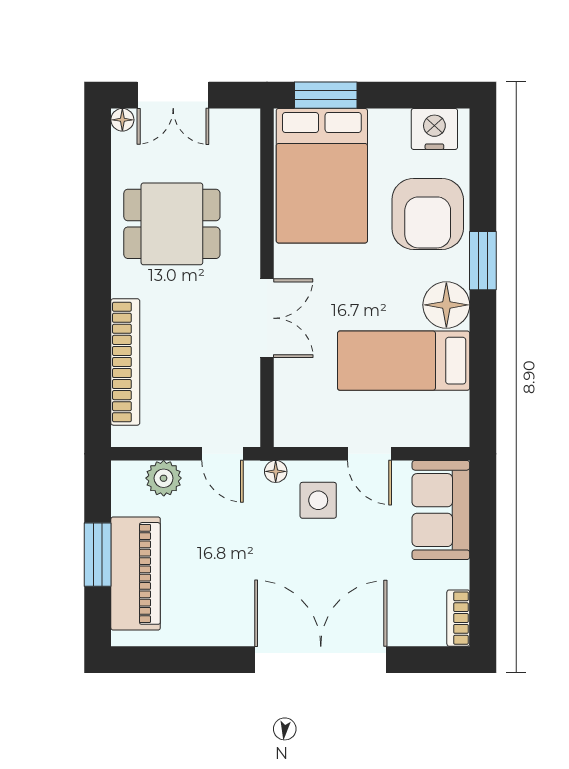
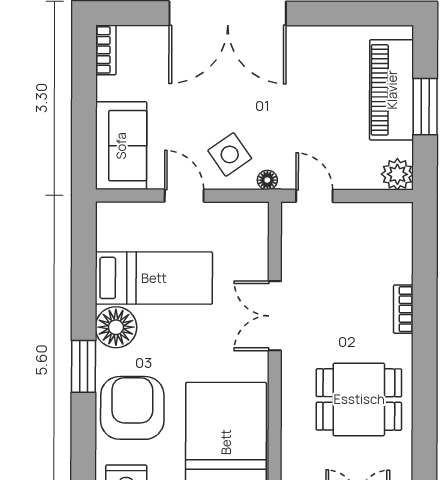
bookcase: (125, 362) -> (403, 309), width x0.43, depth x0.76
plant: (164, 478) -> (397, 174), moved
side table: (318, 500) -> (230, 154), turned -35

